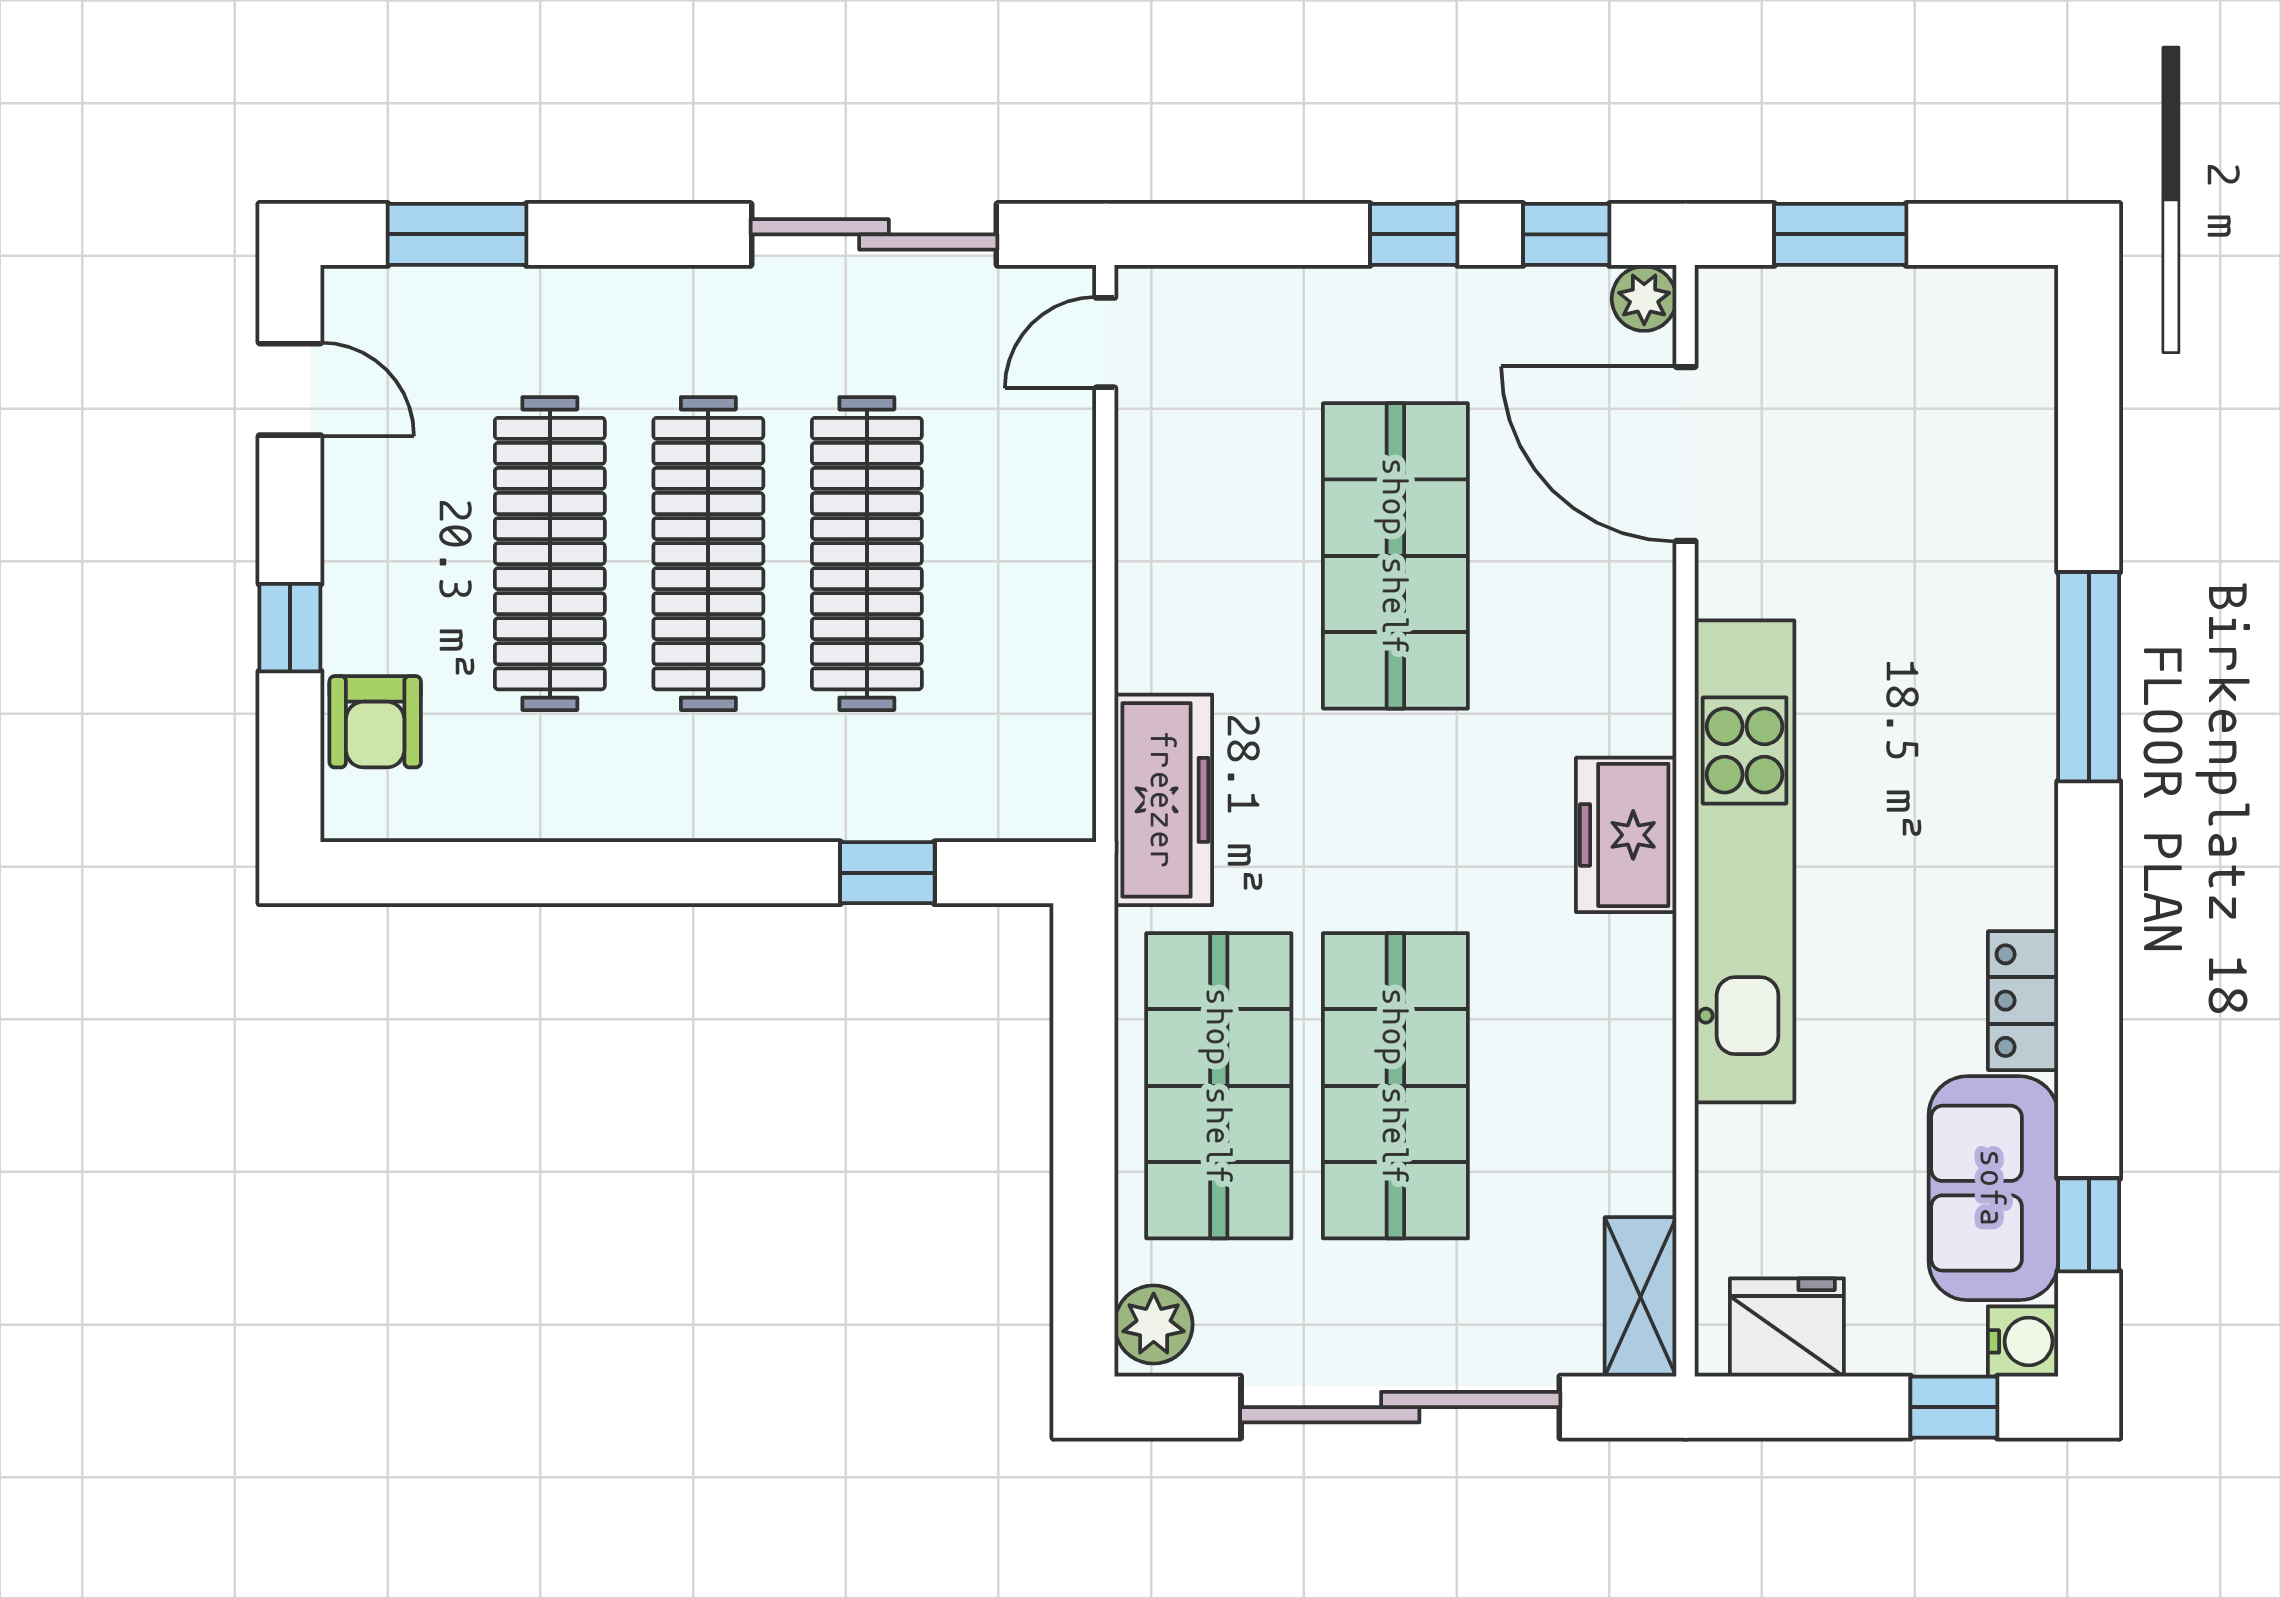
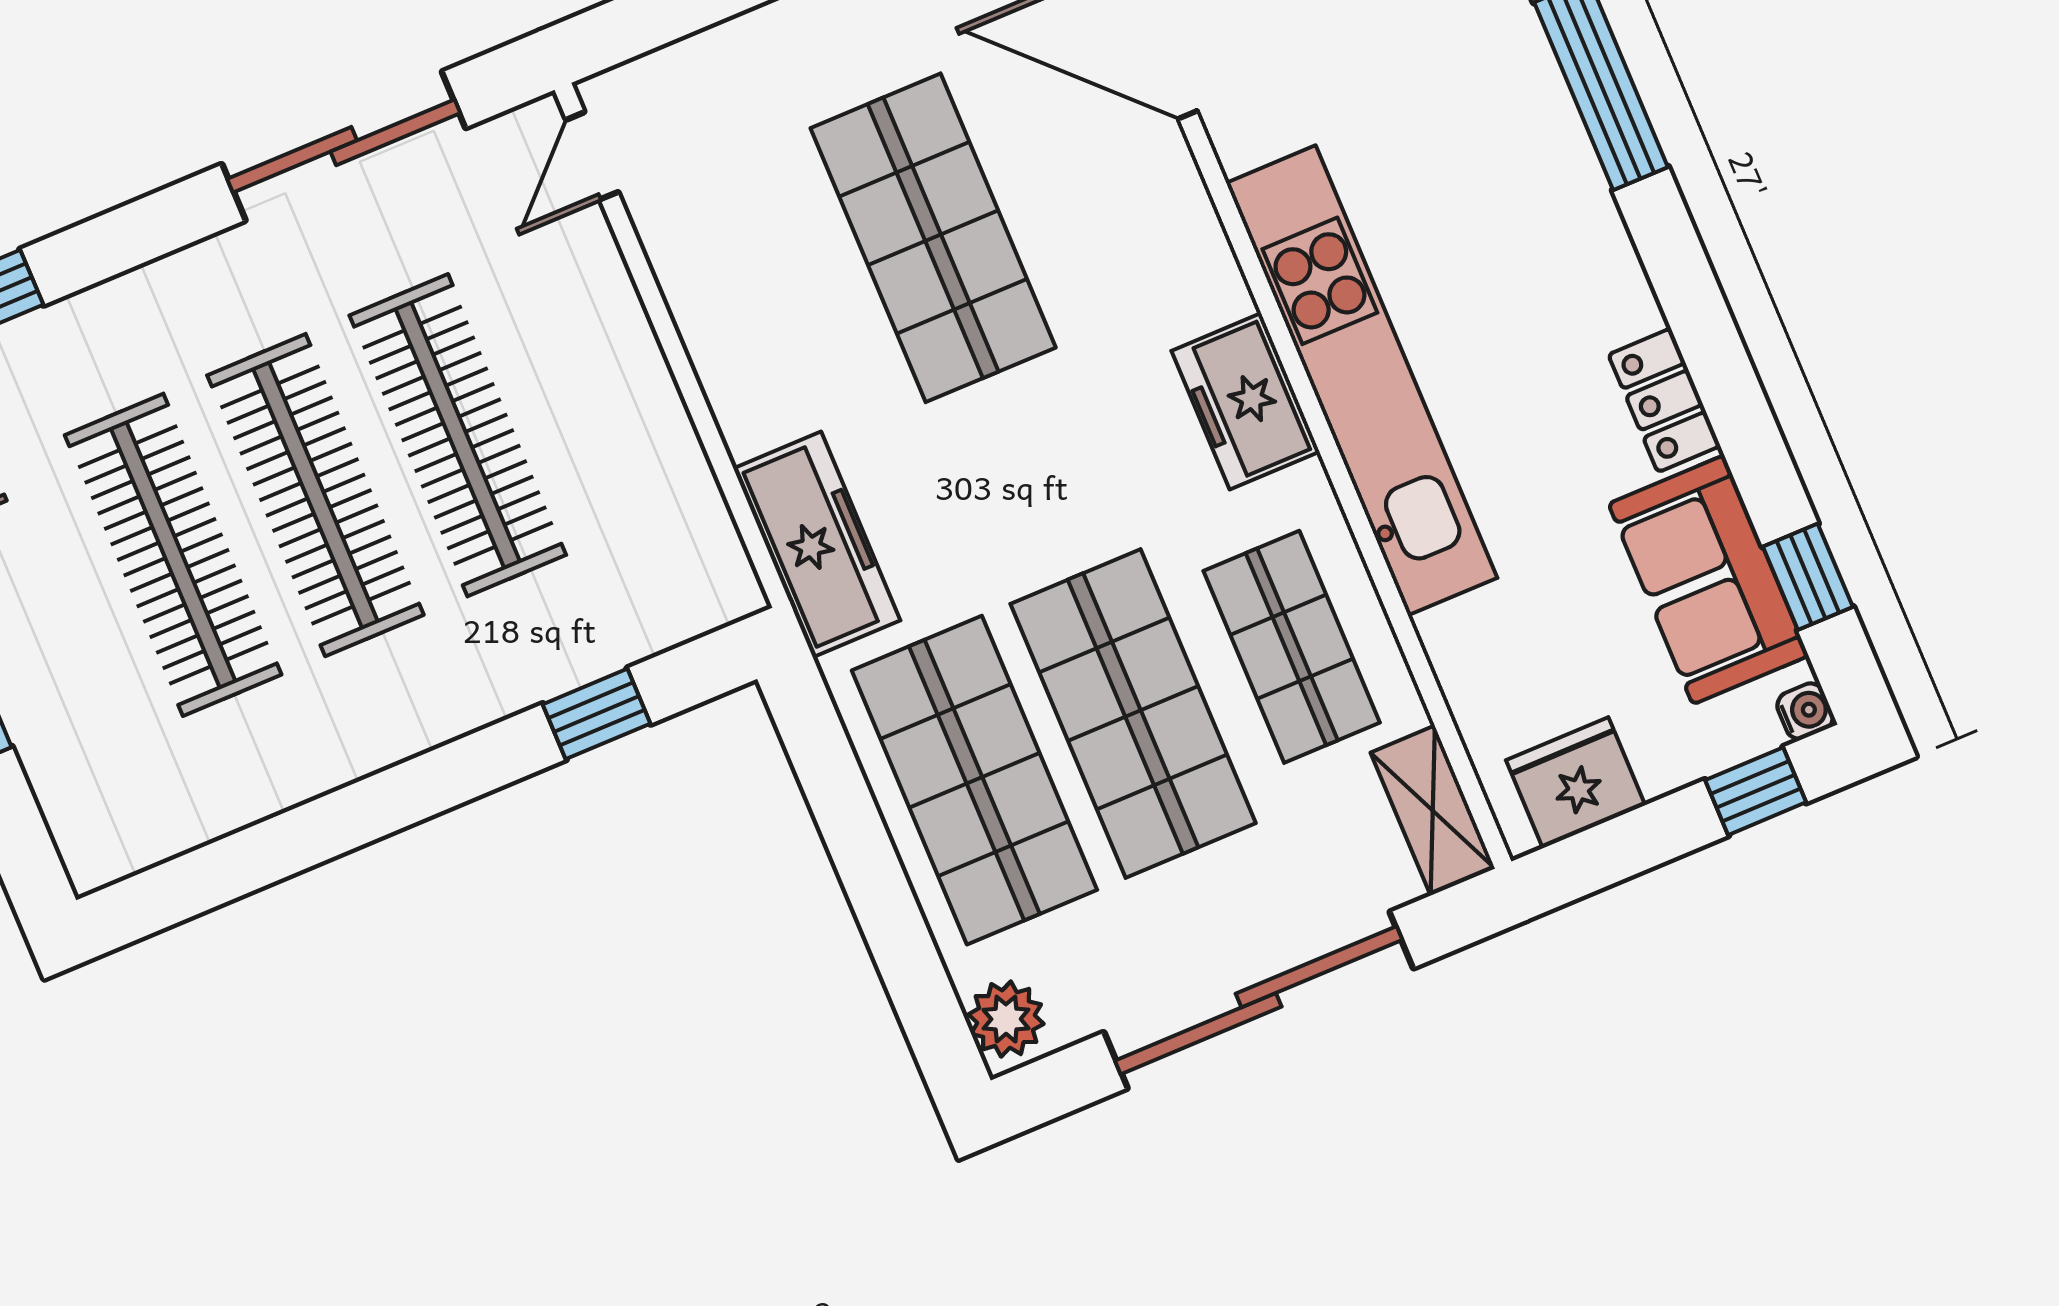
armchair: (375, 722) -> (80, 772), removed
shop shelf: (1572, 1086) -> (1292, 647), added
water cooler: (2023, 1341) -> (1805, 711), width x0.72, depth x0.72

